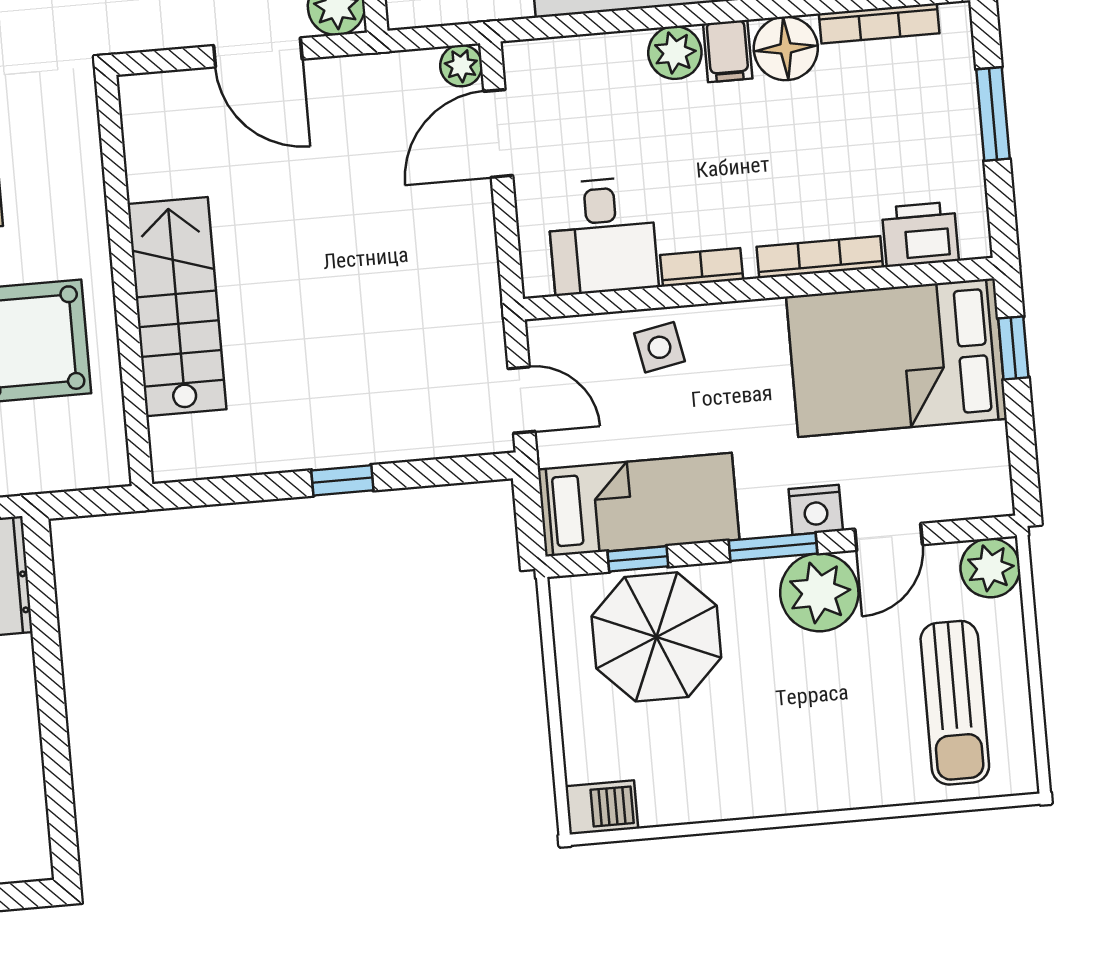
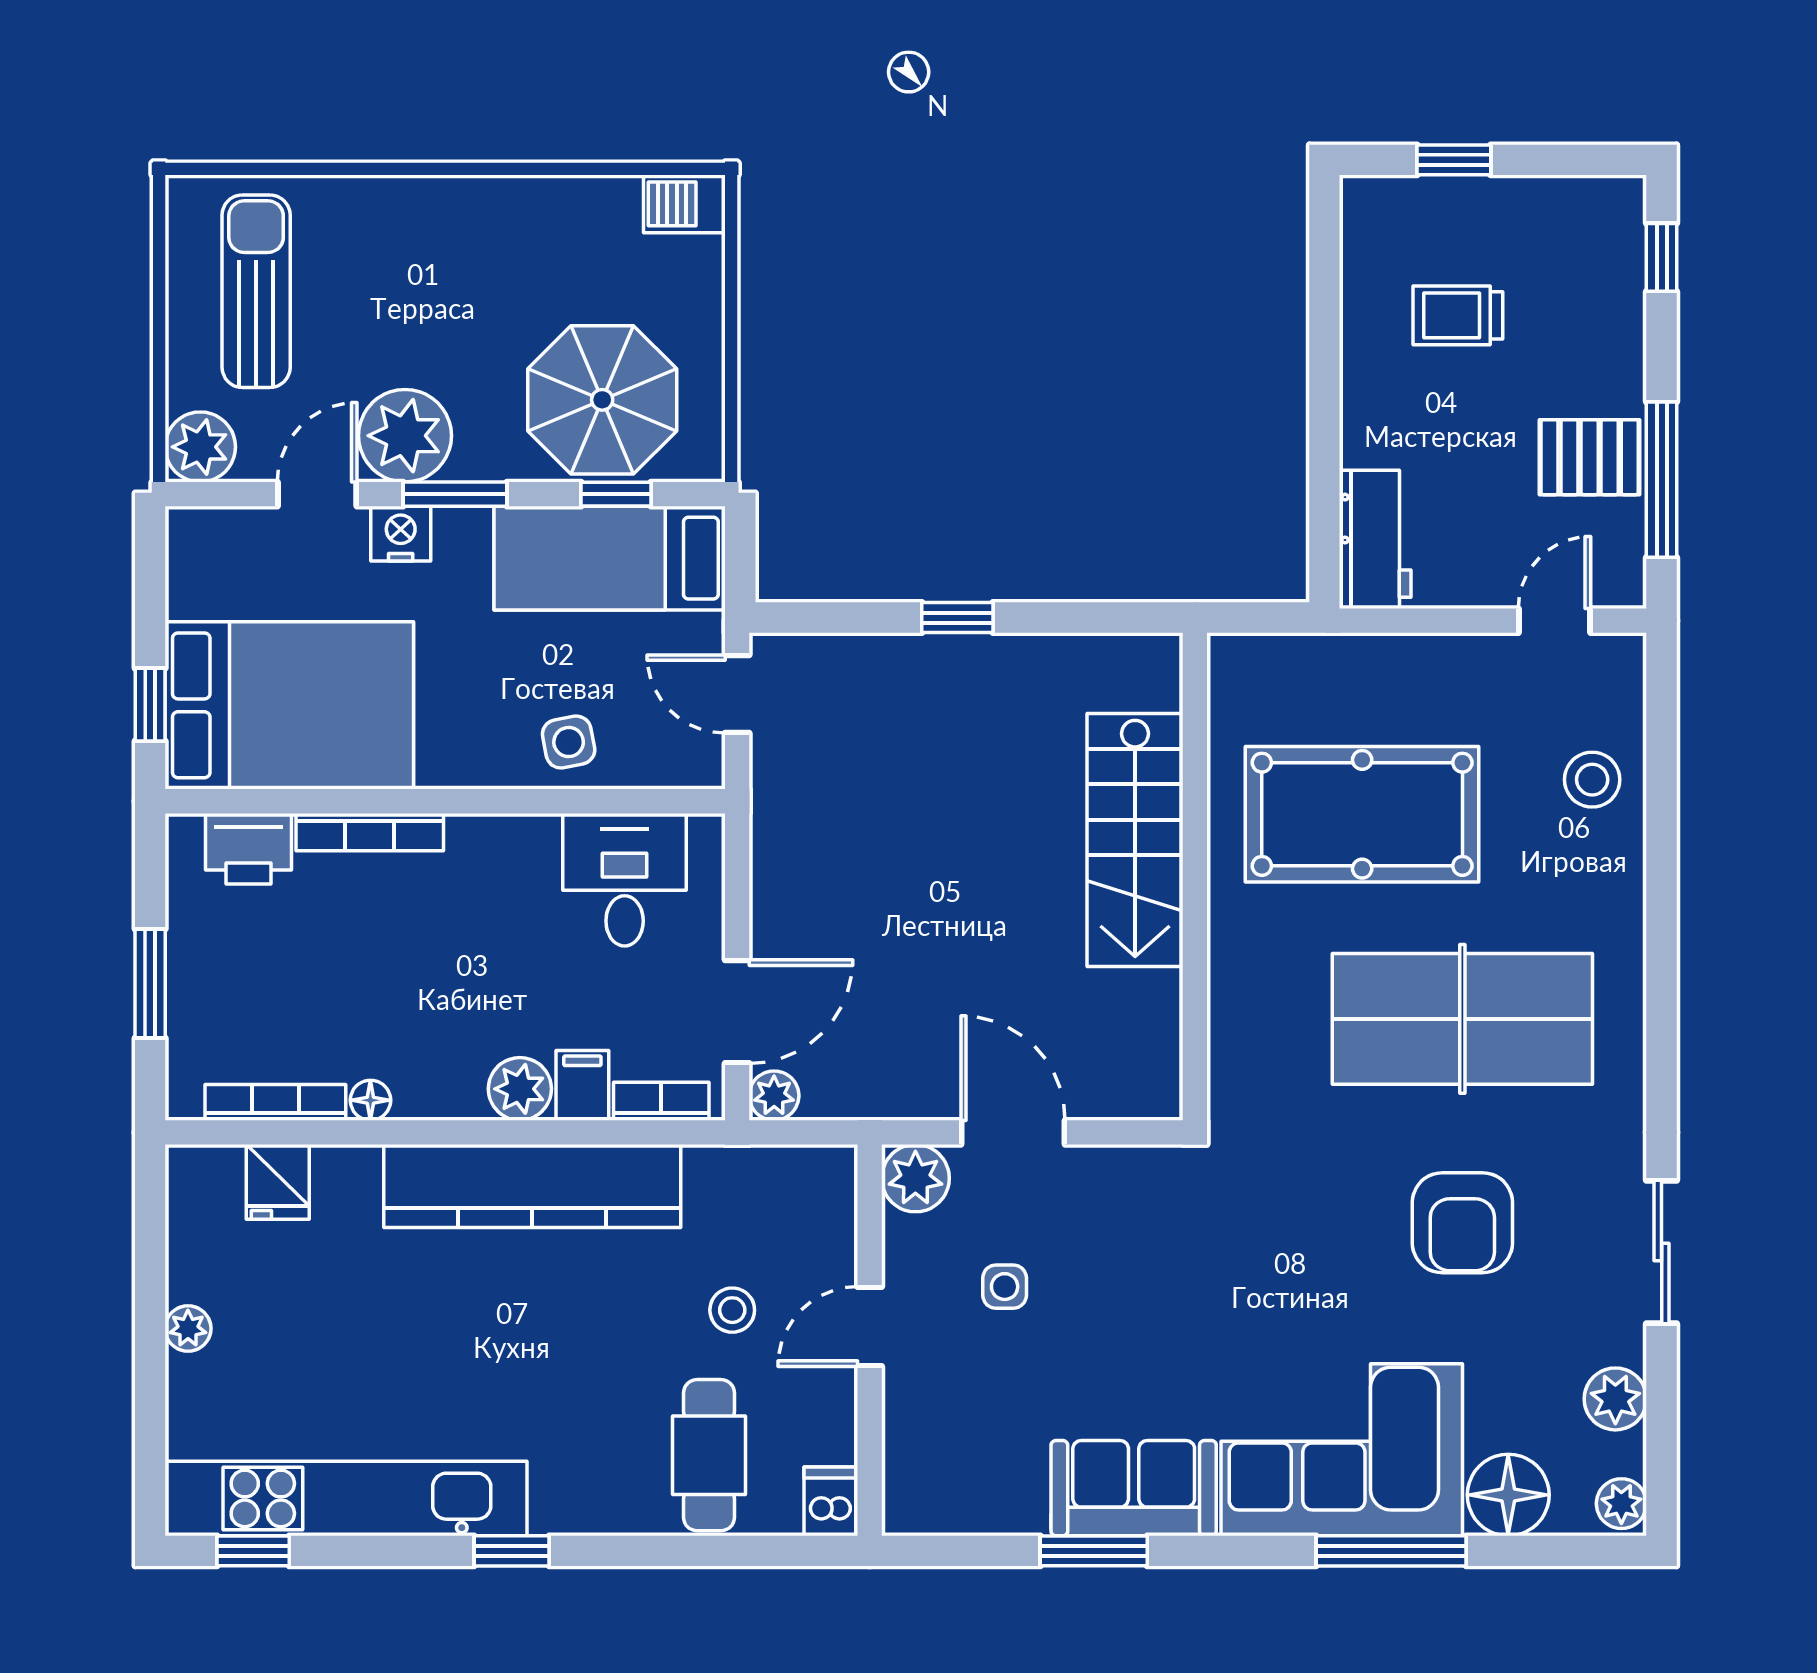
floor lamp: (786, 48) -> (370, 1100), width x0.53, depth x0.53
filing cabinet: (728, 51) -> (582, 1085), moved
bookcase: (702, 267) -> (661, 1101), moved, turned 180

